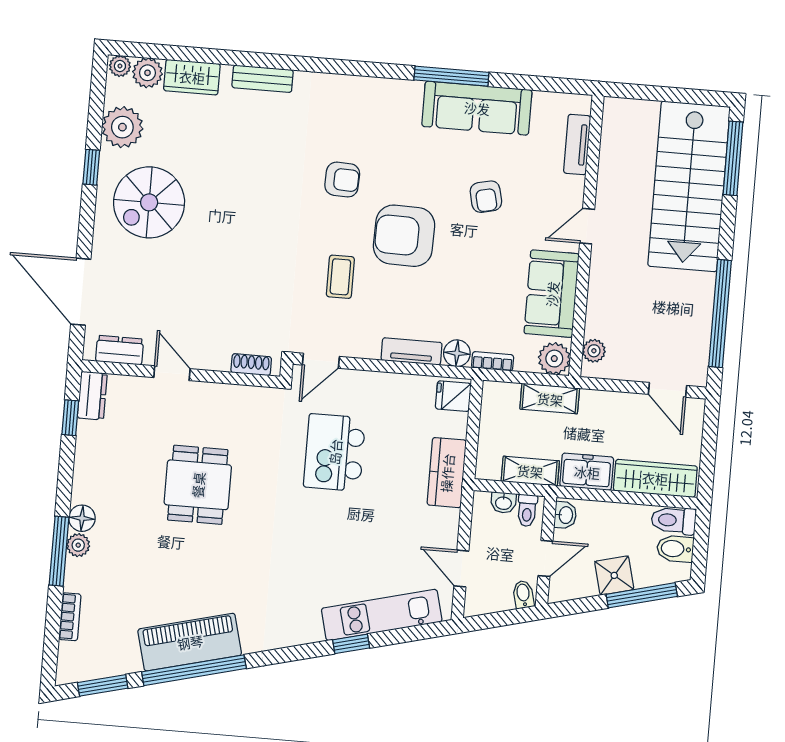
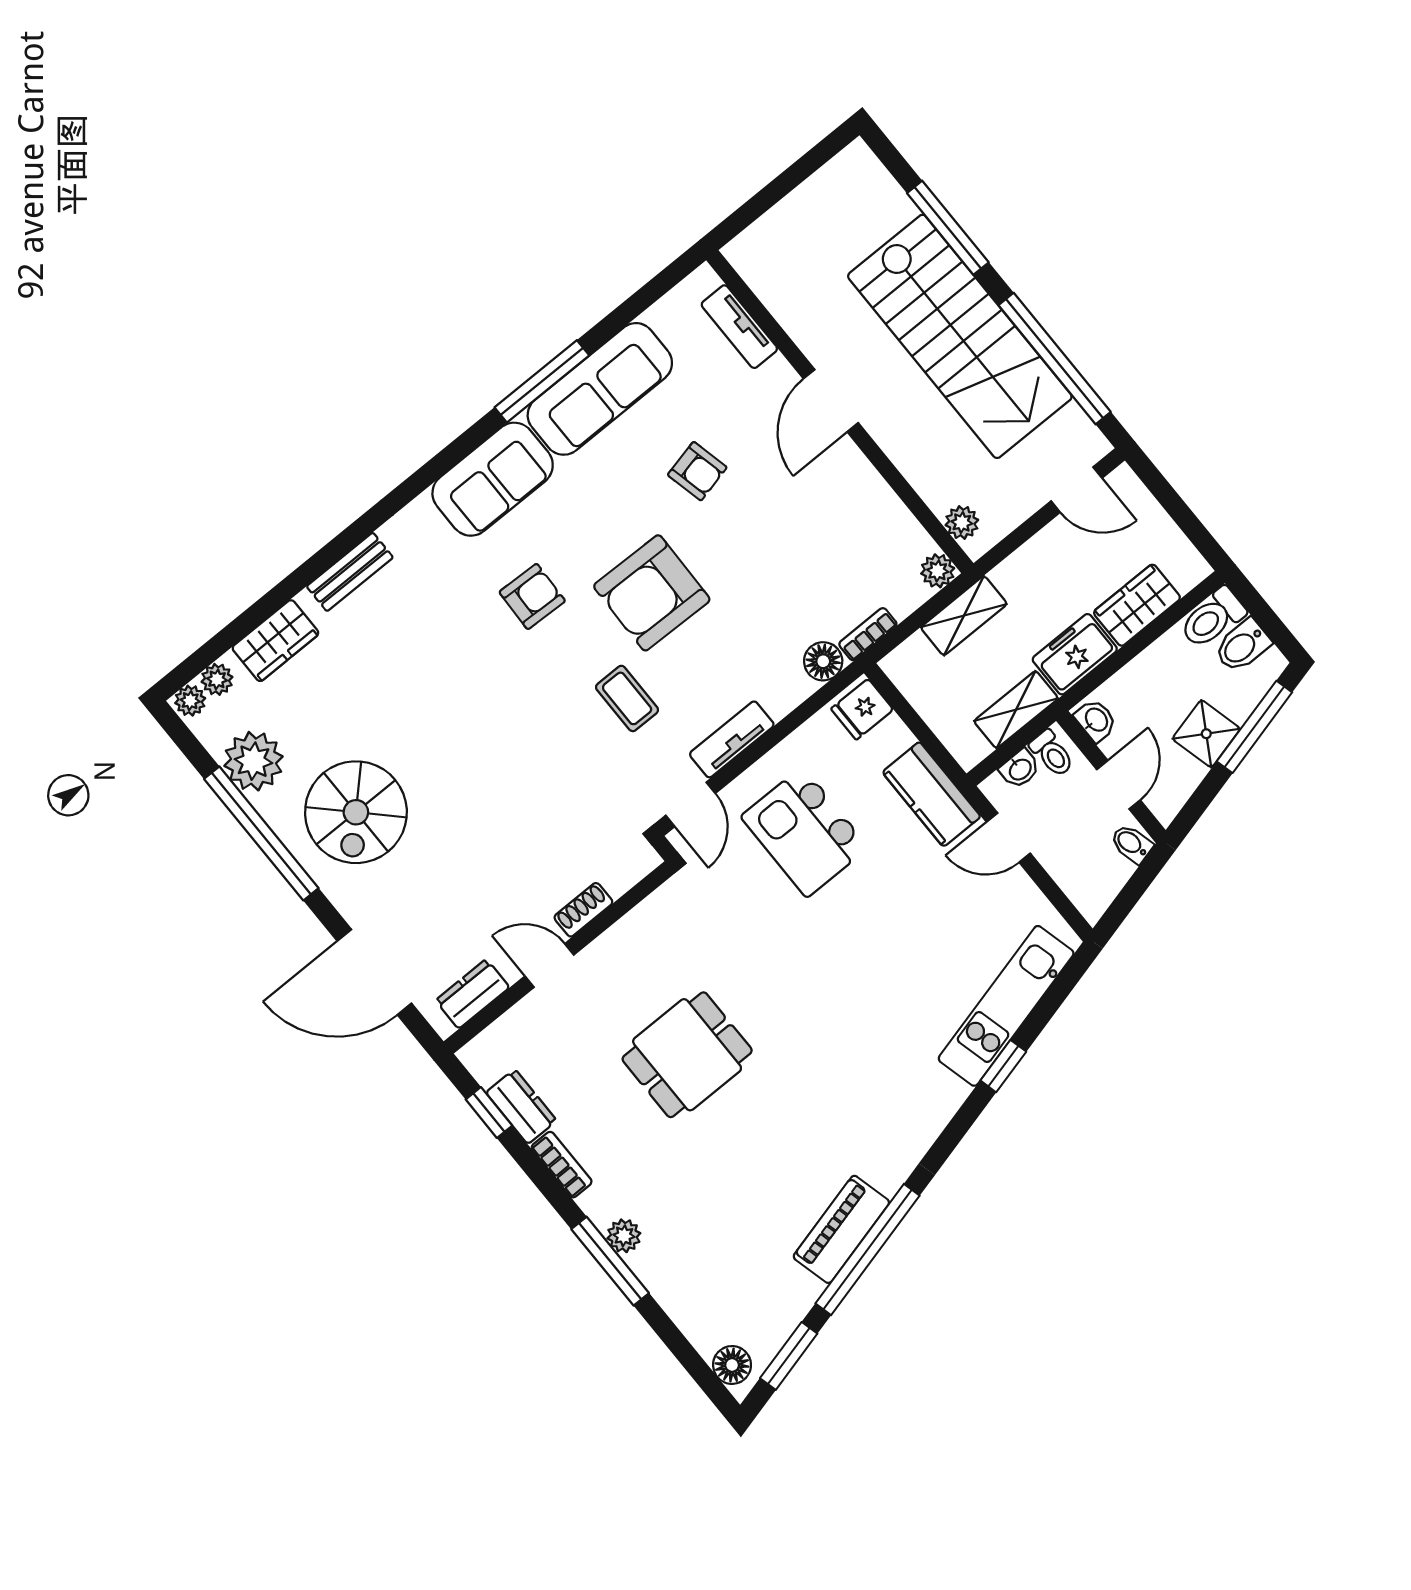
plant: (147, 73) -> (217, 679), width x0.73, depth x0.73
window: (733, 158) -> (948, 228), moved
window: (91, 167) -> (261, 833), width x3.17
stairs: (689, 186) -> (960, 336), moved
door: (587, 226) -> (831, 401), width x1.38
sofa: (552, 294) -> (493, 479), moved, turned -90
tv unit: (412, 351) -> (732, 739), moved
plant: (554, 359) -> (938, 571), width x0.73, depth x0.73
shoe rack: (251, 365) -> (583, 910), moved
dresser: (92, 396) -> (521, 1107), moved
kitchen island: (335, 452) -> (805, 832), moved
wardrobe: (655, 478) -> (1137, 605), width x0.67
dining table: (198, 485) -> (687, 1055), turned 90
floor lamp: (82, 518) -> (732, 1365), moved
door: (461, 569) -> (1008, 838), moved
bookcase: (70, 617) -> (562, 1165), moved
piano: (190, 642) -> (841, 1229), width x0.73, depth x0.75

